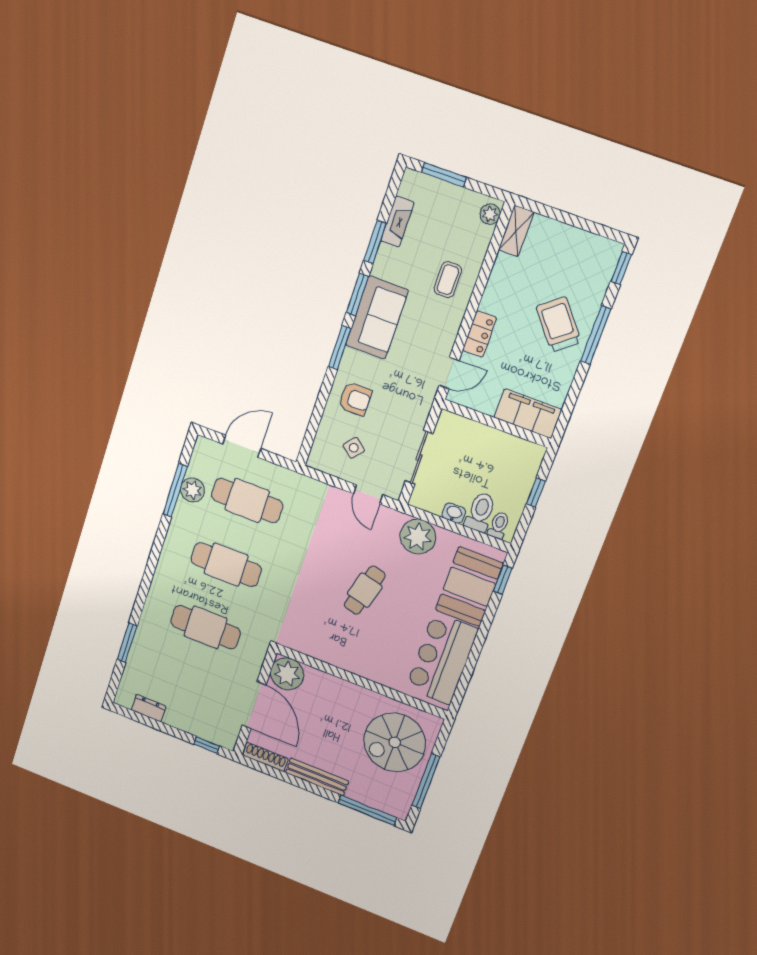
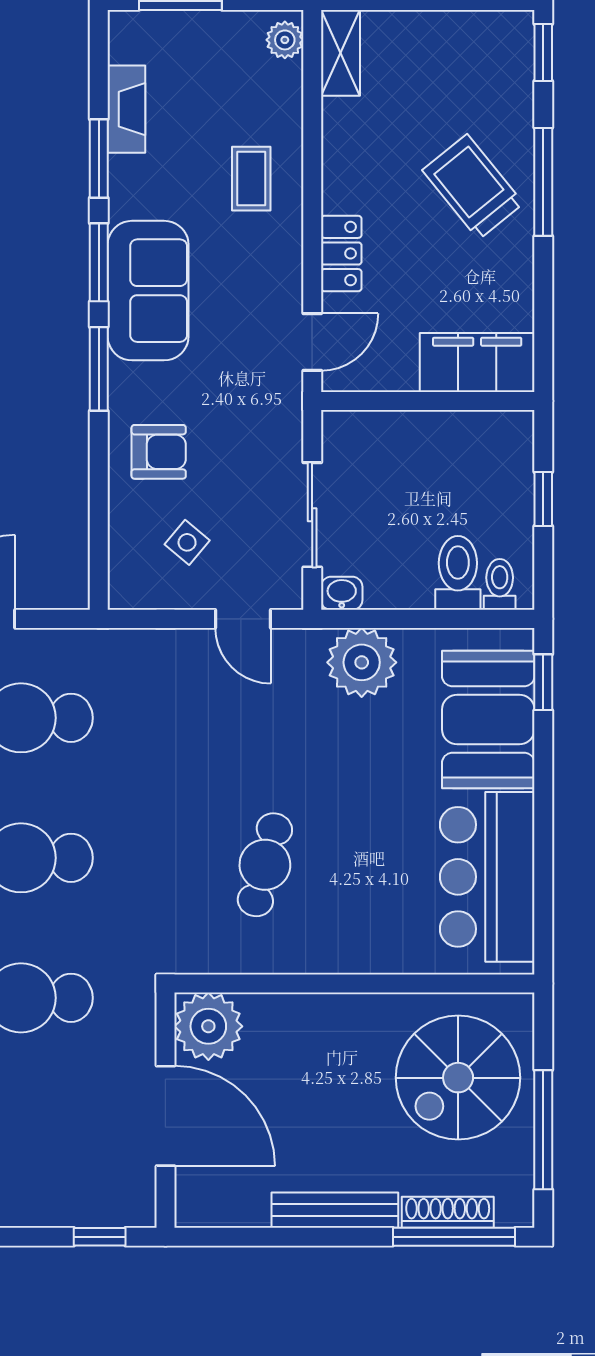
washbasin: (454, 513) -> (342, 593), moved
cafe table: (365, 590) -> (265, 865), moved
shoe rack: (265, 757) -> (448, 1212), moved

